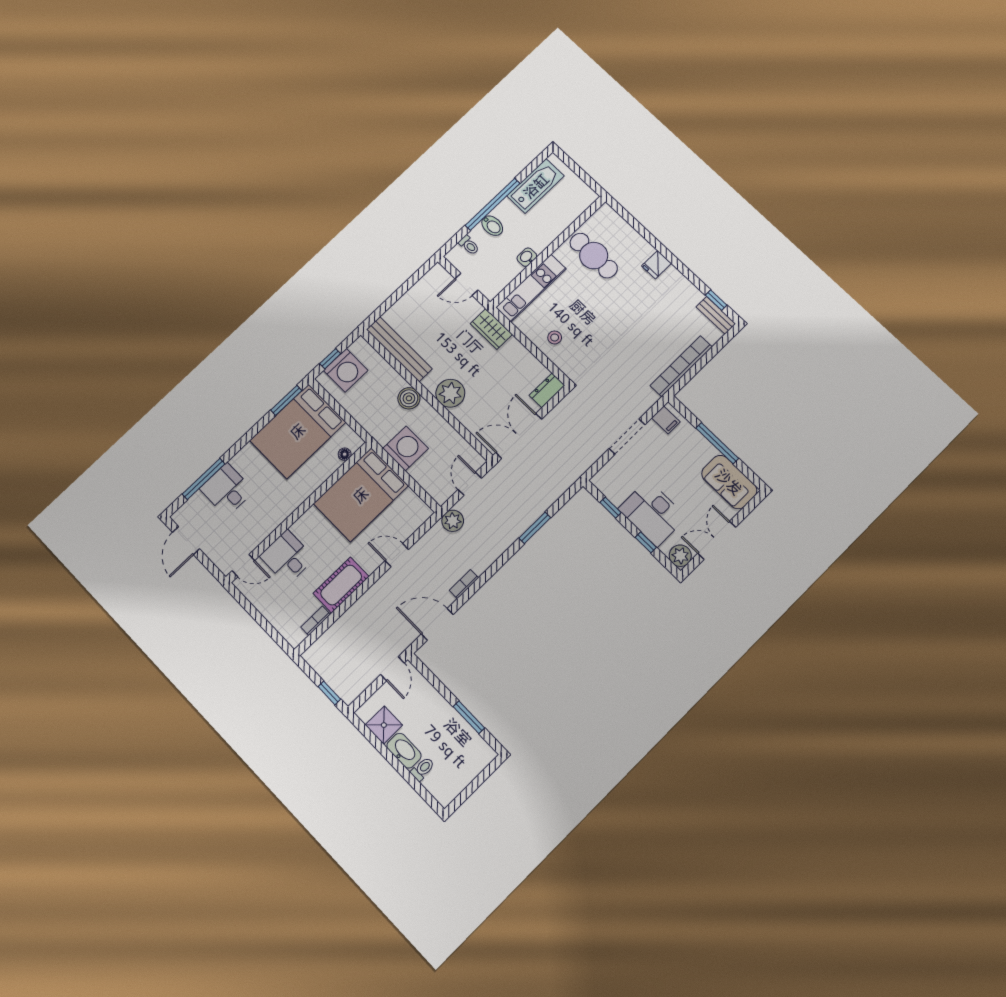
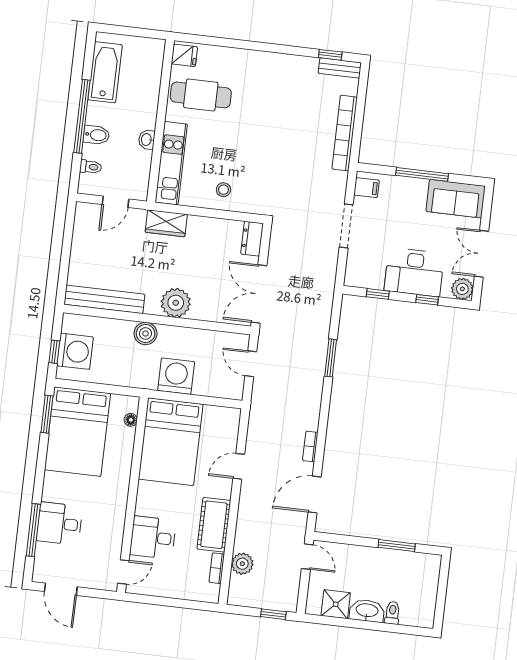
fridge: (656, 265) -> (184, 55), moved, turned -90
plant: (453, 521) -> (242, 564), moved

